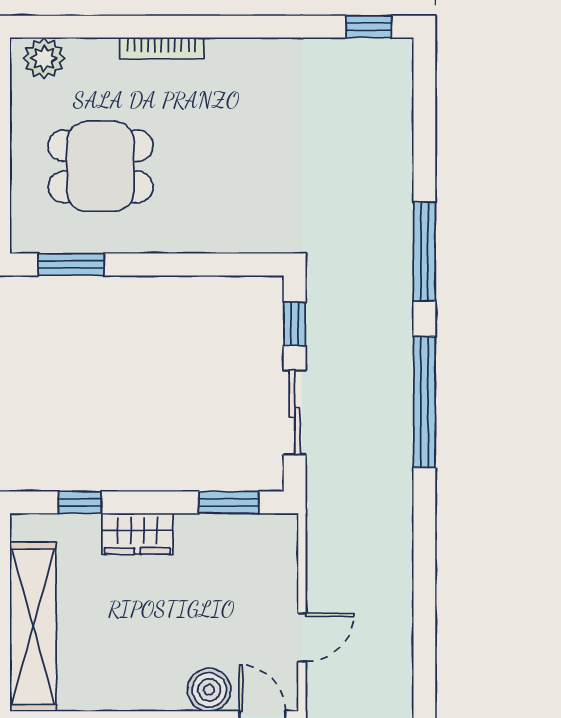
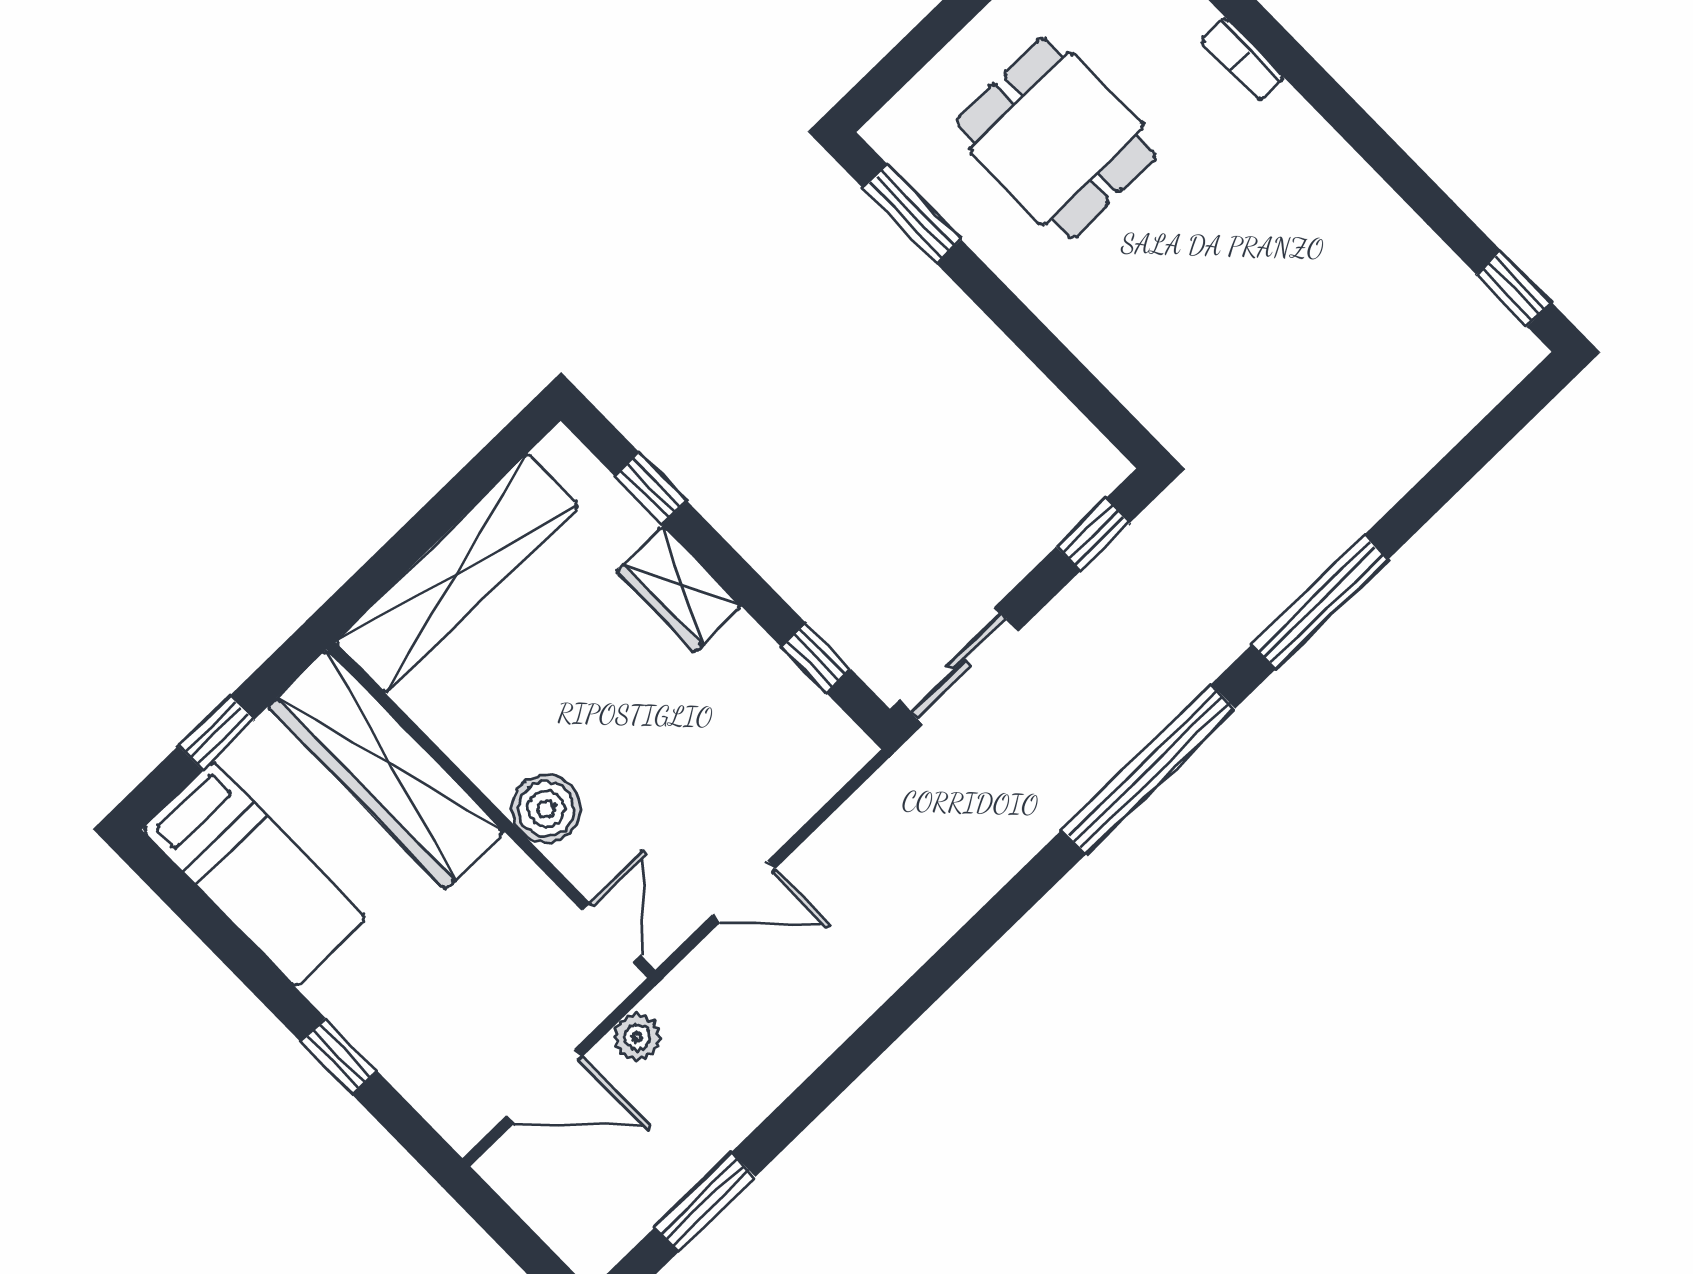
bookcase: (161, 48) -> (1242, 59), width x0.64
sliding door: (295, 412) -> (959, 666), moved
window: (229, 502) -> (816, 658), width x0.67
boiler: (209, 690) -> (546, 809), moved

